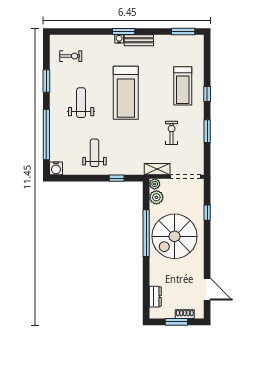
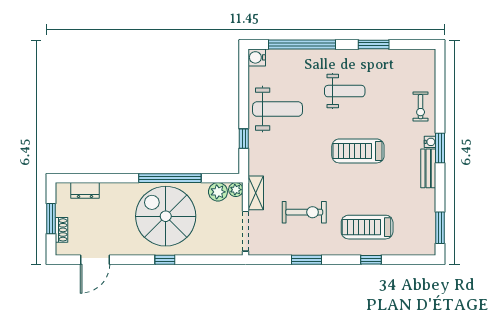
exercise bike: (71, 56) -> (421, 107), moved
treadmill: (126, 93) -> (358, 151), width x0.73, depth x0.73
window: (207, 94) -> (371, 260), moved
exercise bike: (172, 133) -> (304, 212), width x1.38, depth x1.39
weight bench: (95, 153) -> (278, 109), width x1.36, depth x1.33
window: (207, 213) -> (165, 260), moved

